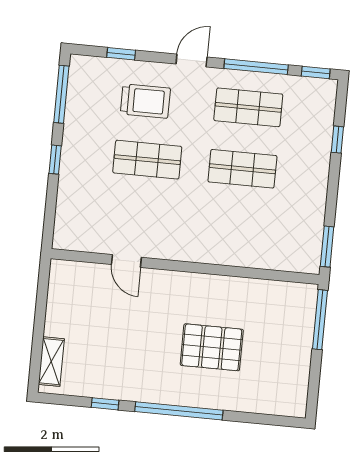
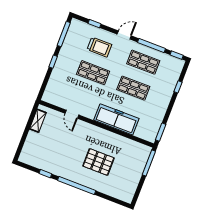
freezer: (225, 246) -> (116, 119), added
shelving: (51, 362) -> (38, 121), moved

